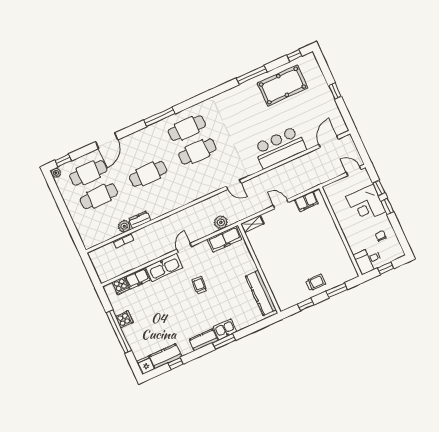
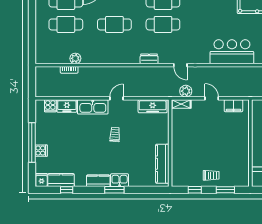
dresser: (140, 220) -> (149, 59), moved
plant: (221, 222) -> (186, 91), moved
cooker: (124, 319) -> (41, 151), moved

